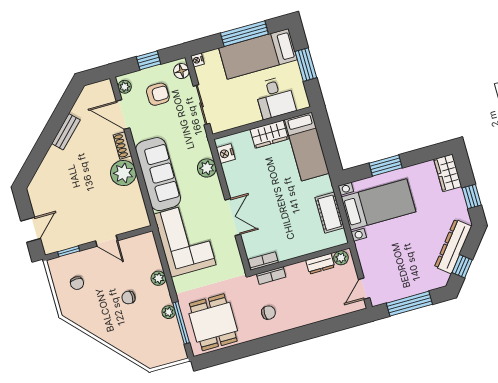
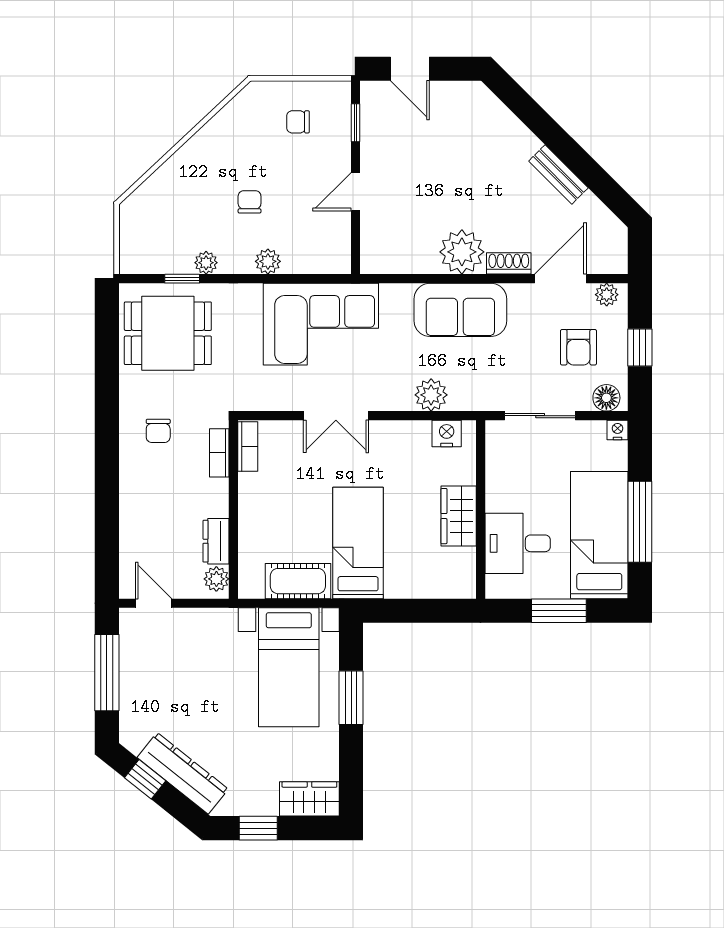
bed: (307, 146) -> (358, 543), moved, turned 90
sofa: (158, 174) -> (460, 310), width x0.73
window: (181, 323) -> (182, 279), width x0.46

